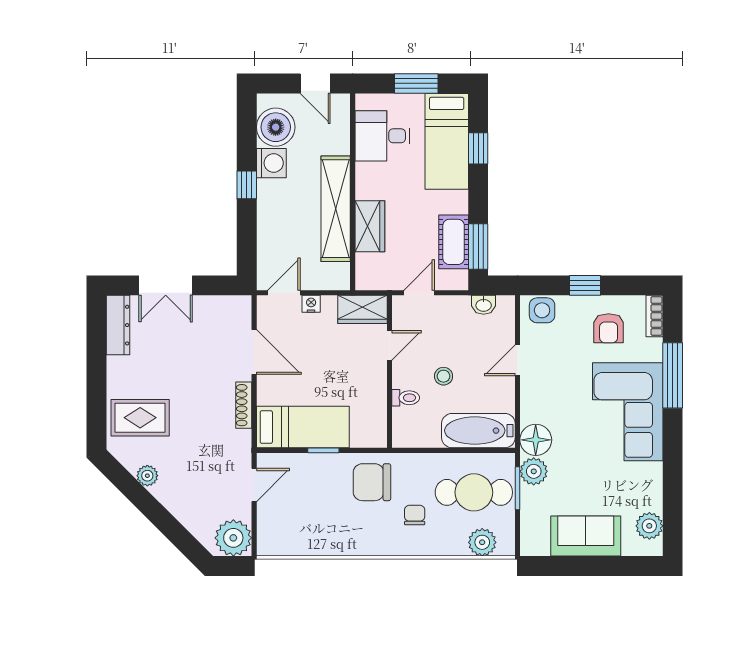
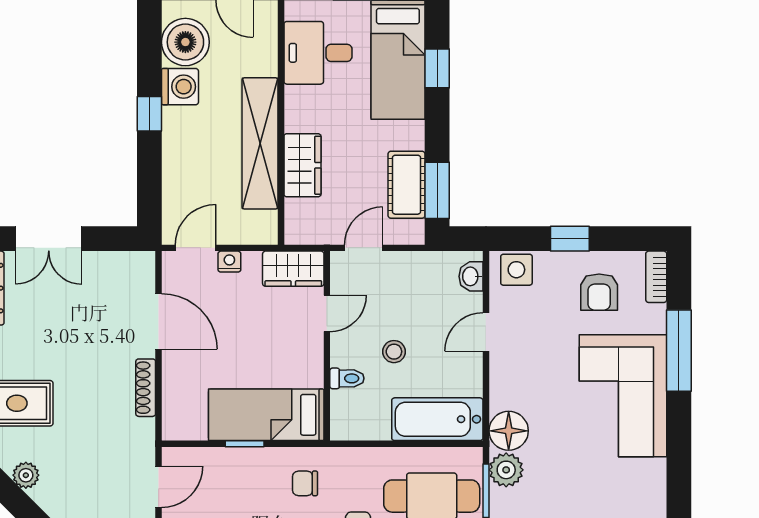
washbasin: (484, 305) -> (471, 276), moved, turned 90
bed: (303, 427) -> (266, 415), moved, turned 180
chair: (372, 482) -> (305, 483), width x0.54, depth x0.54

